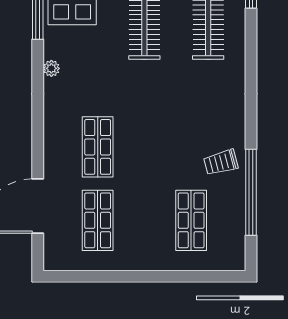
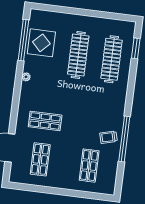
shop shelf: (98, 147) -> (45, 121), turned 90
window: (251, 192) -> (124, 139), moved

